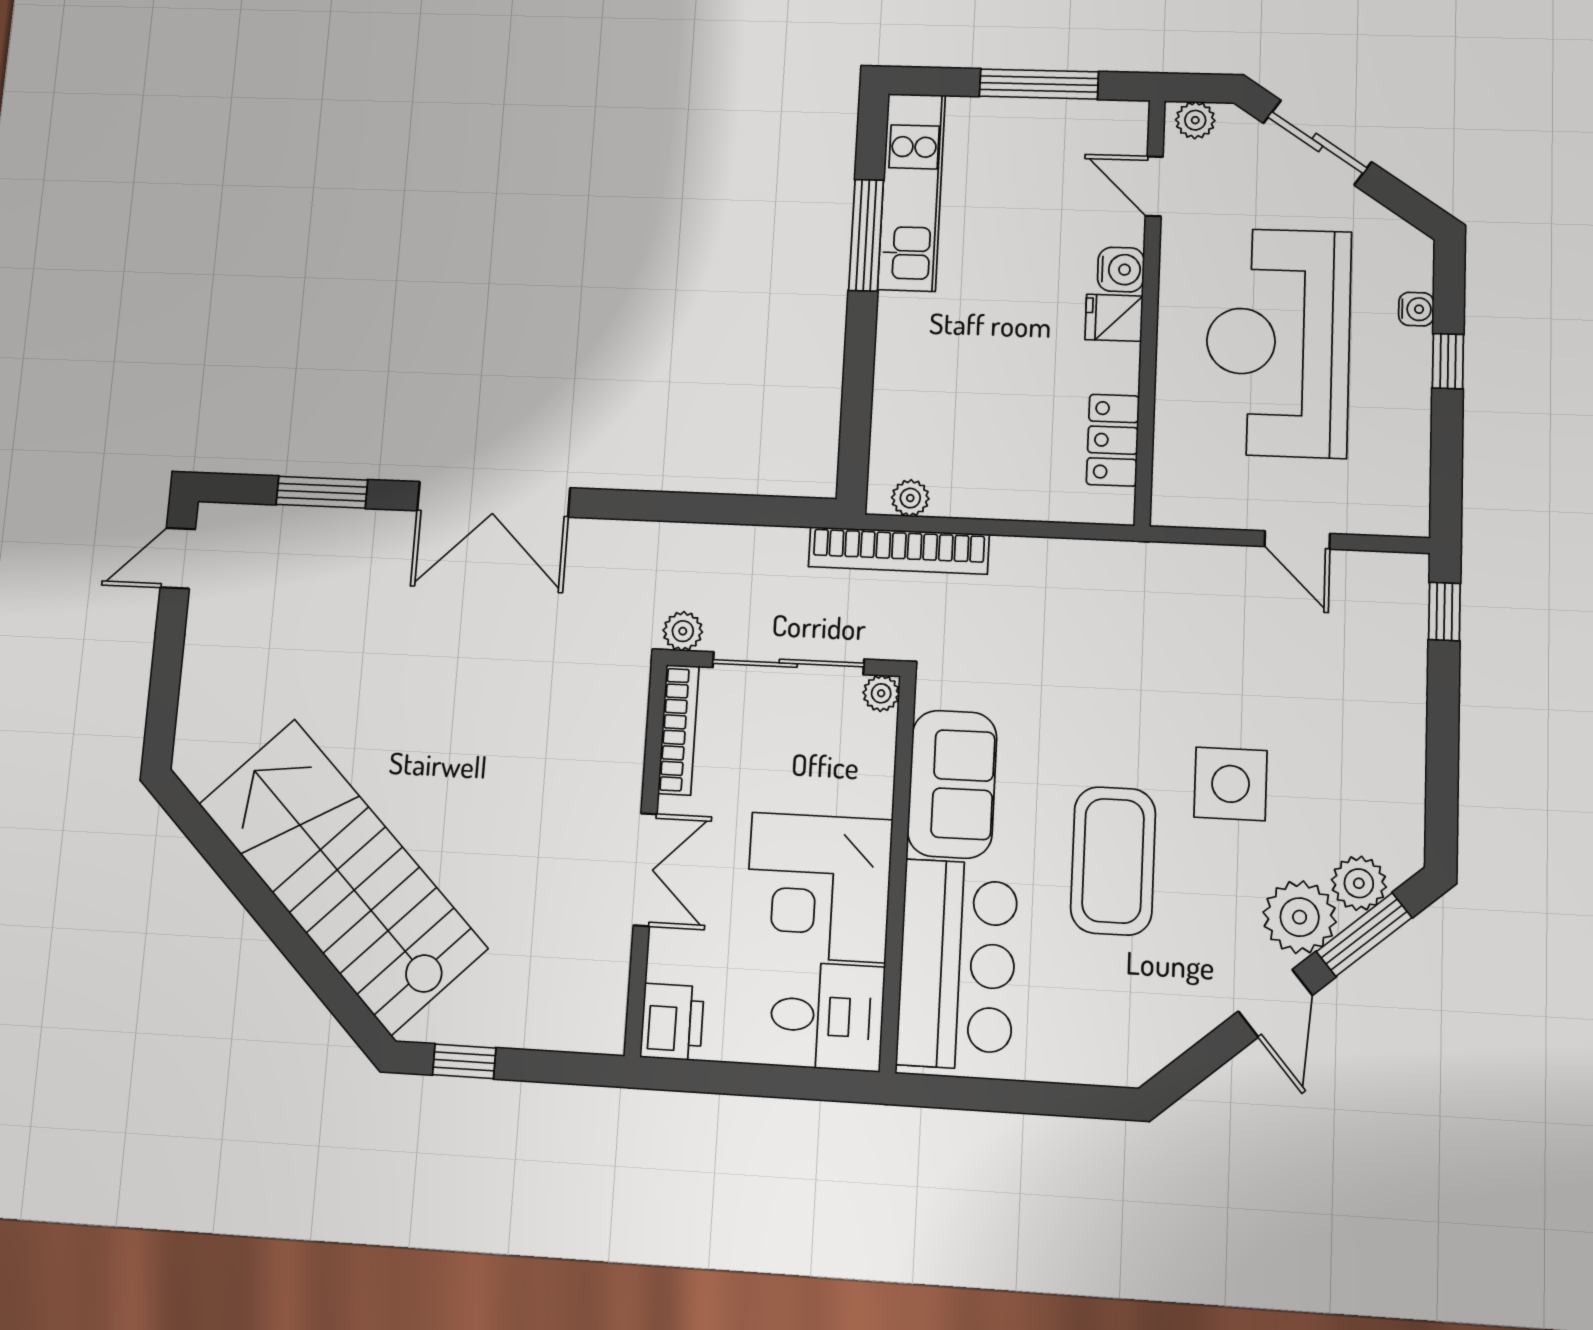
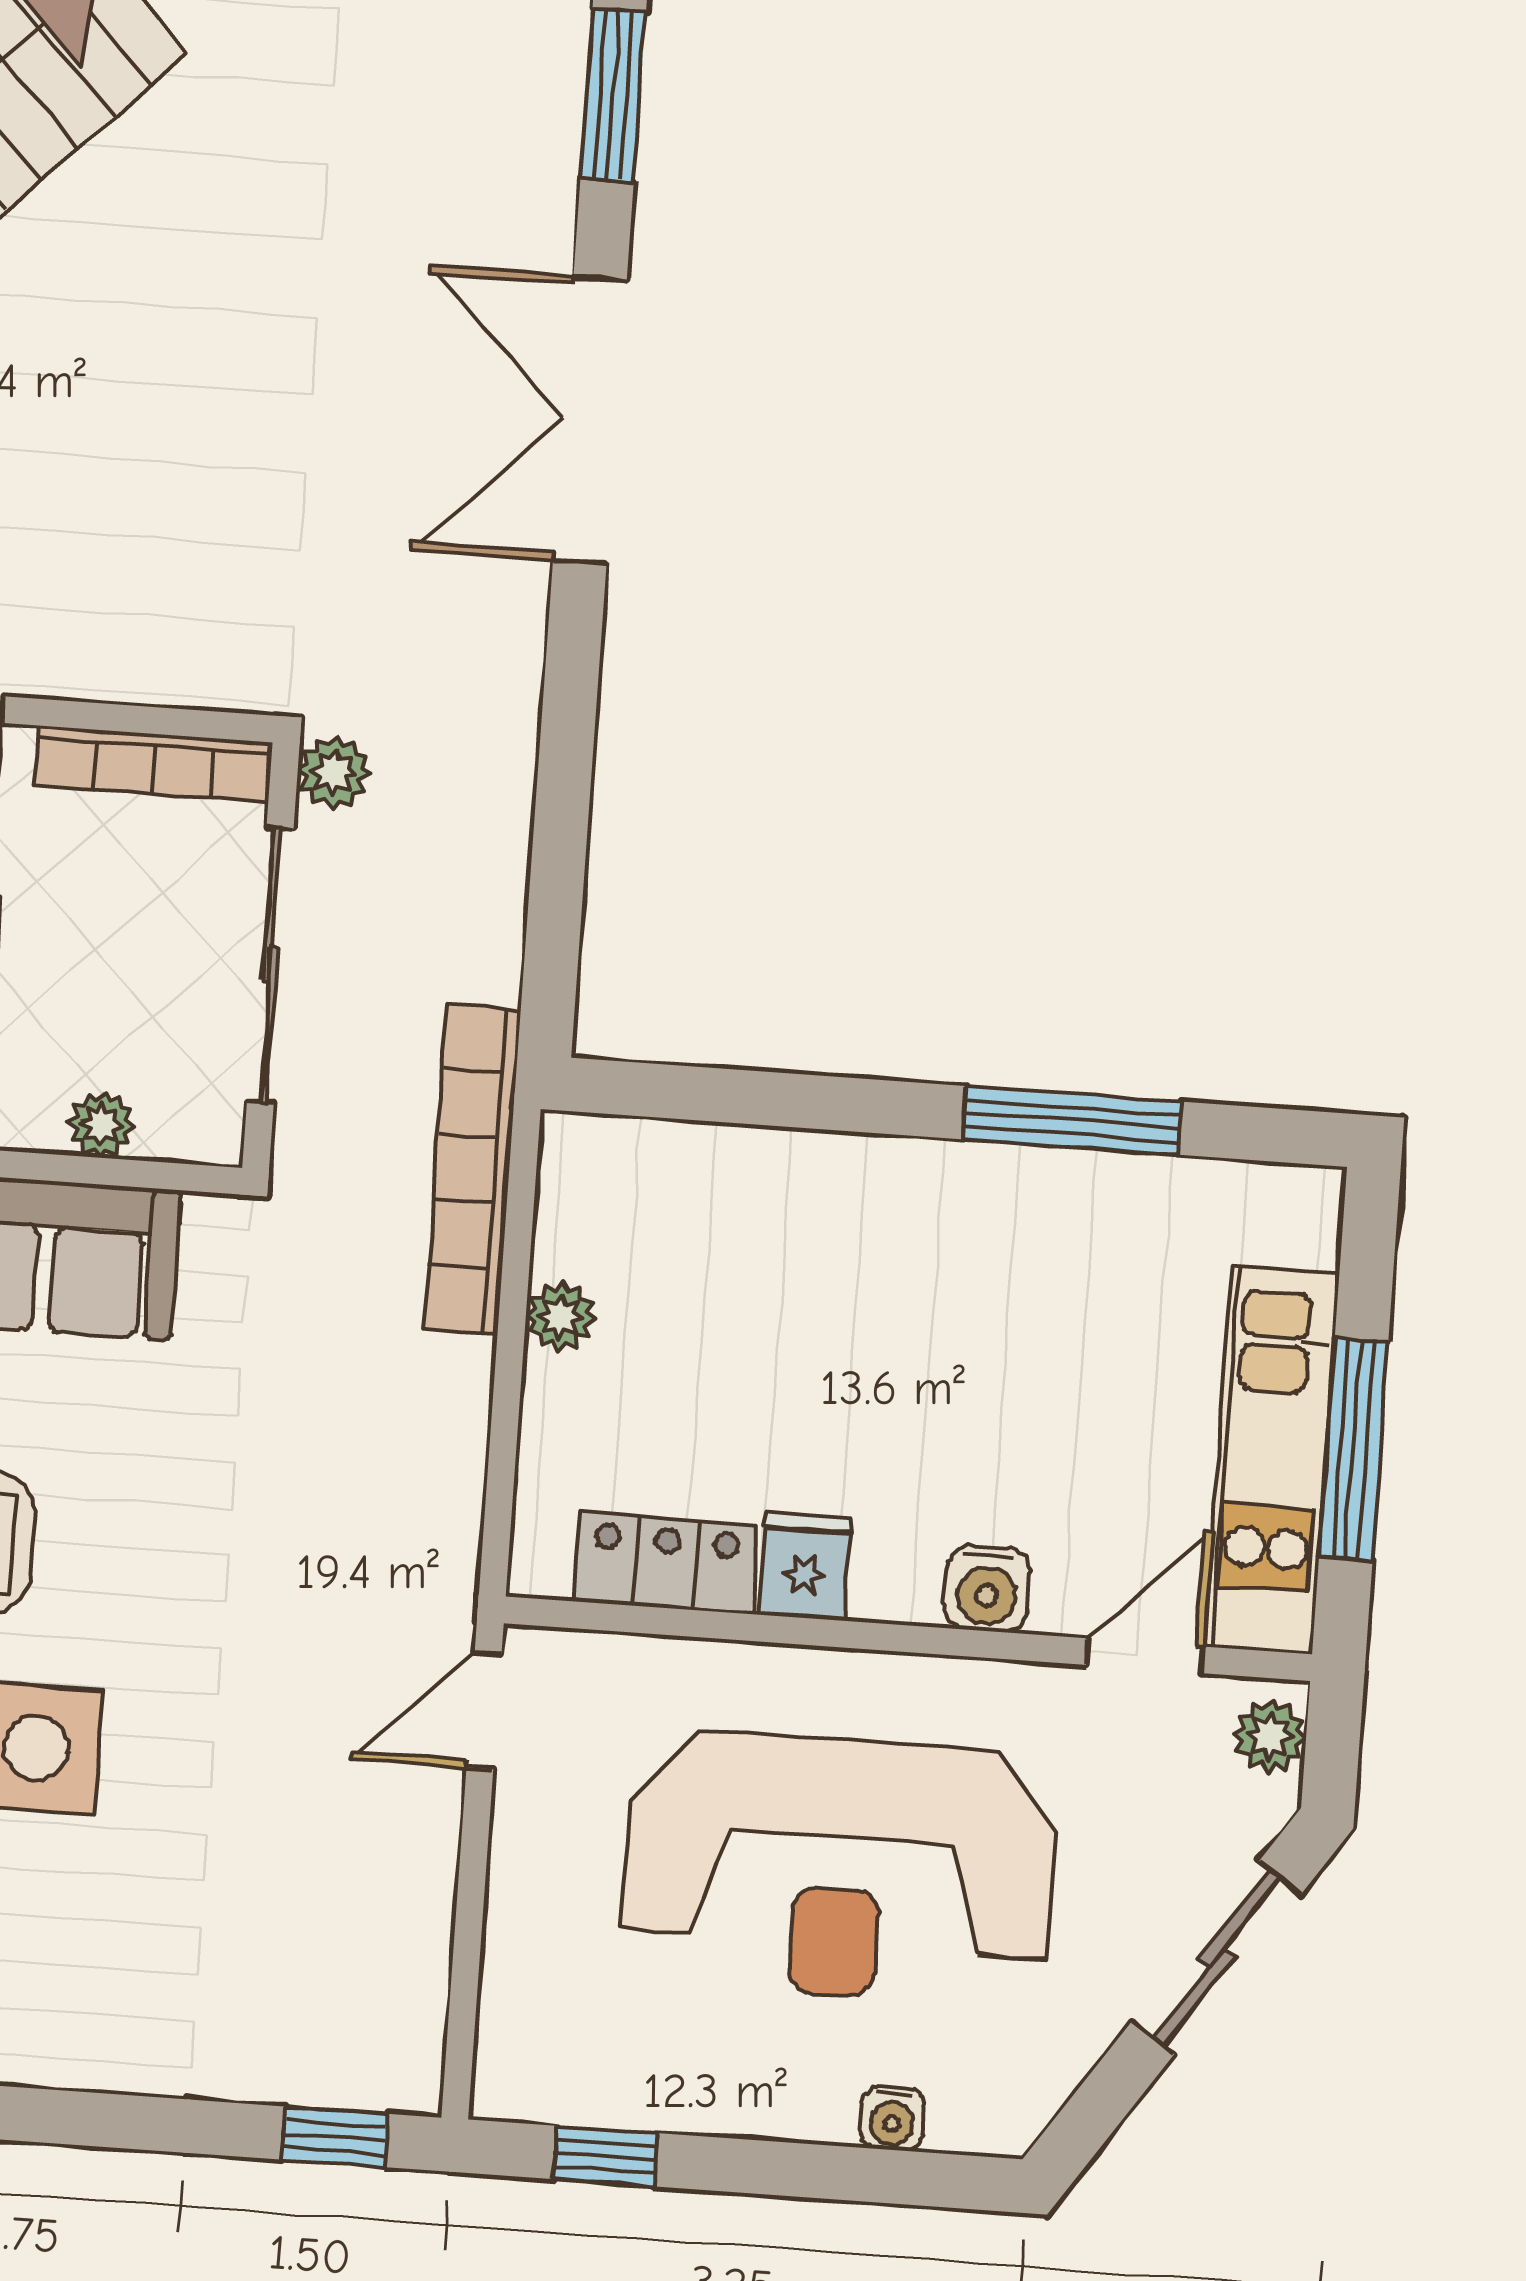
kitchen unit: (912, 192) -> (1272, 1460), moved, turned 90
fridge: (1114, 318) -> (805, 1567), moved
reception desk: (1278, 342) -> (839, 1868), turned 180
window: (1448, 361) -> (606, 2156), moved
plant: (910, 498) -> (560, 1317), moved
door: (1297, 540) -> (484, 1710), moved
plant: (881, 693) -> (101, 1125), moved

